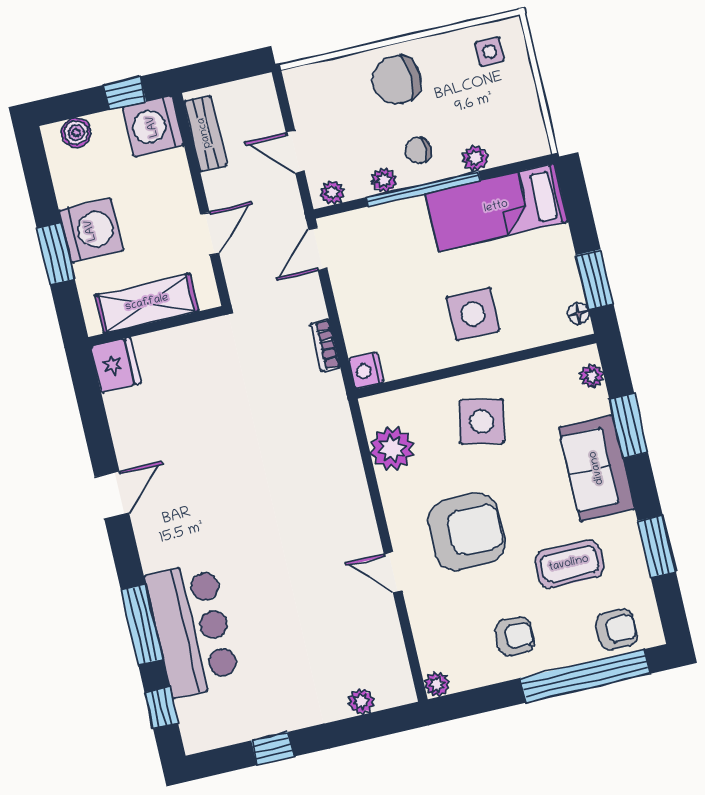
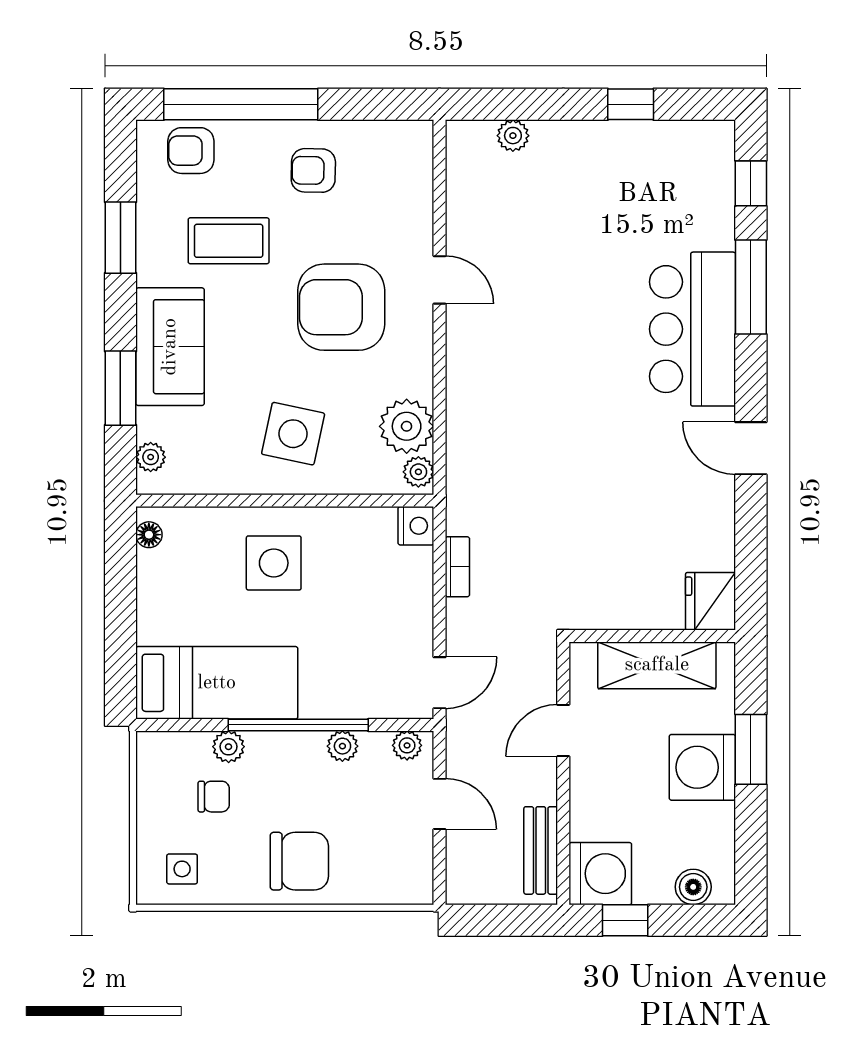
chair: (418, 150) -> (214, 797), moved
window: (595, 279) -> (120, 571), removed
door: (112, 495) -> (751, 448), hinge flipped
bar counter: (192, 629) -> (693, 329), moved
plant: (437, 684) -> (418, 472), moved

